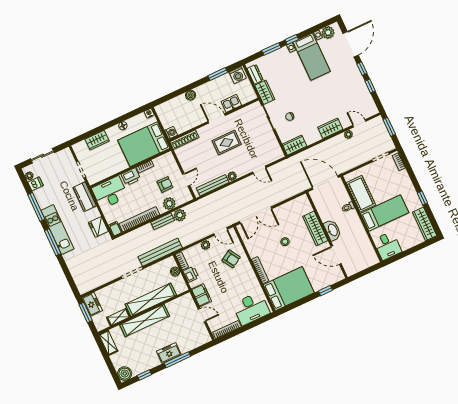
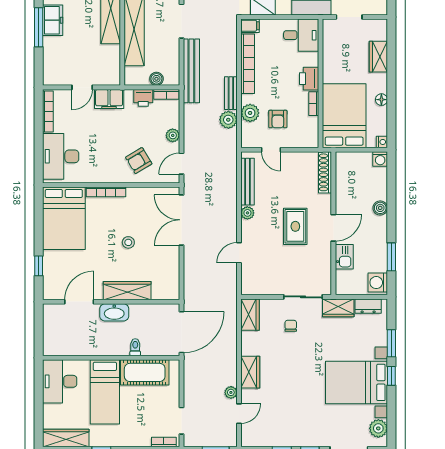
bed with nightstands: (312, 57) -> (356, 382), width x1.36
washing machine: (171, 133) -> (380, 159), moved
desk: (110, 193) -> (301, 35), width x0.73
desk: (387, 246) -> (60, 381), width x1.37

